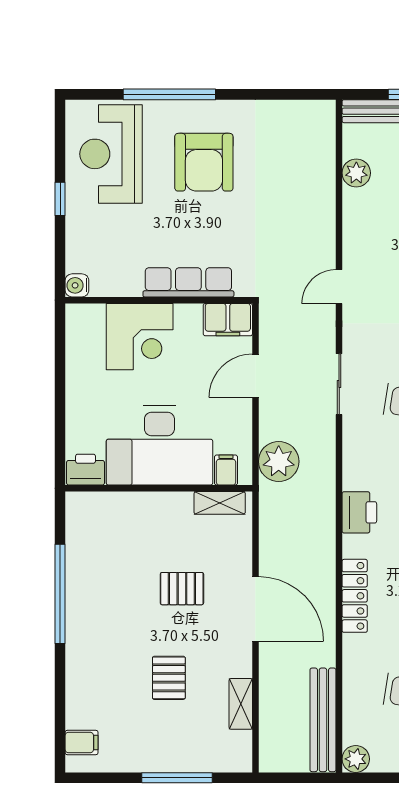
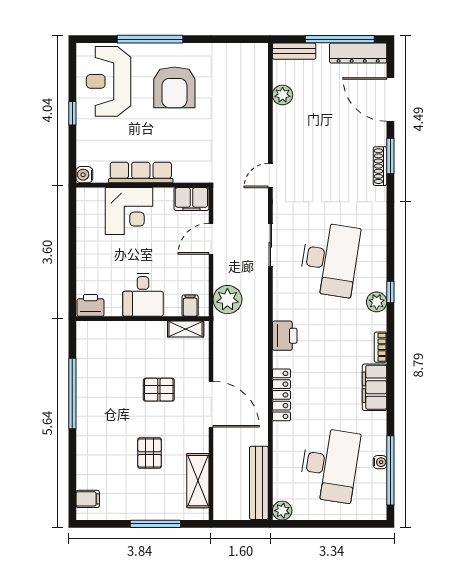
row of seats: (188, 282) -> (141, 173), moved
desk: (159, 445) -> (143, 295), width x0.53, depth x0.77
shelving: (241, 704) -> (198, 481), width x1.50, depth x1.33

